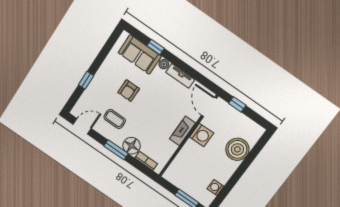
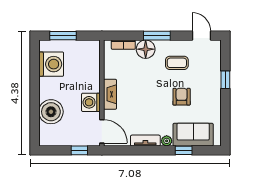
door: (82, 126) -> (201, 36), swing flipped
washing machine: (215, 188) -> (51, 64), width x1.89, depth x1.89

